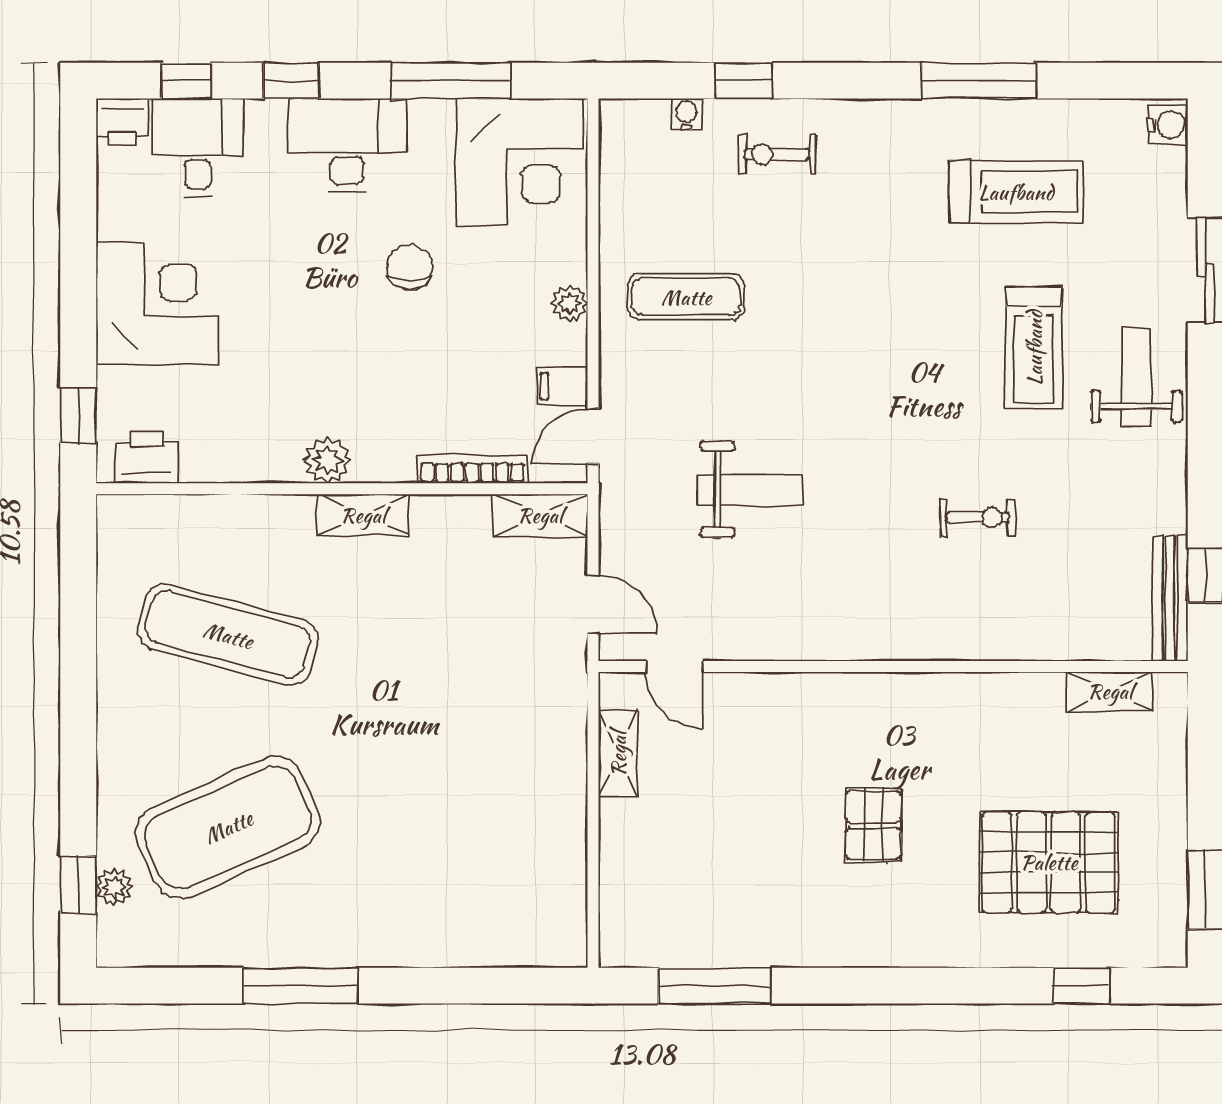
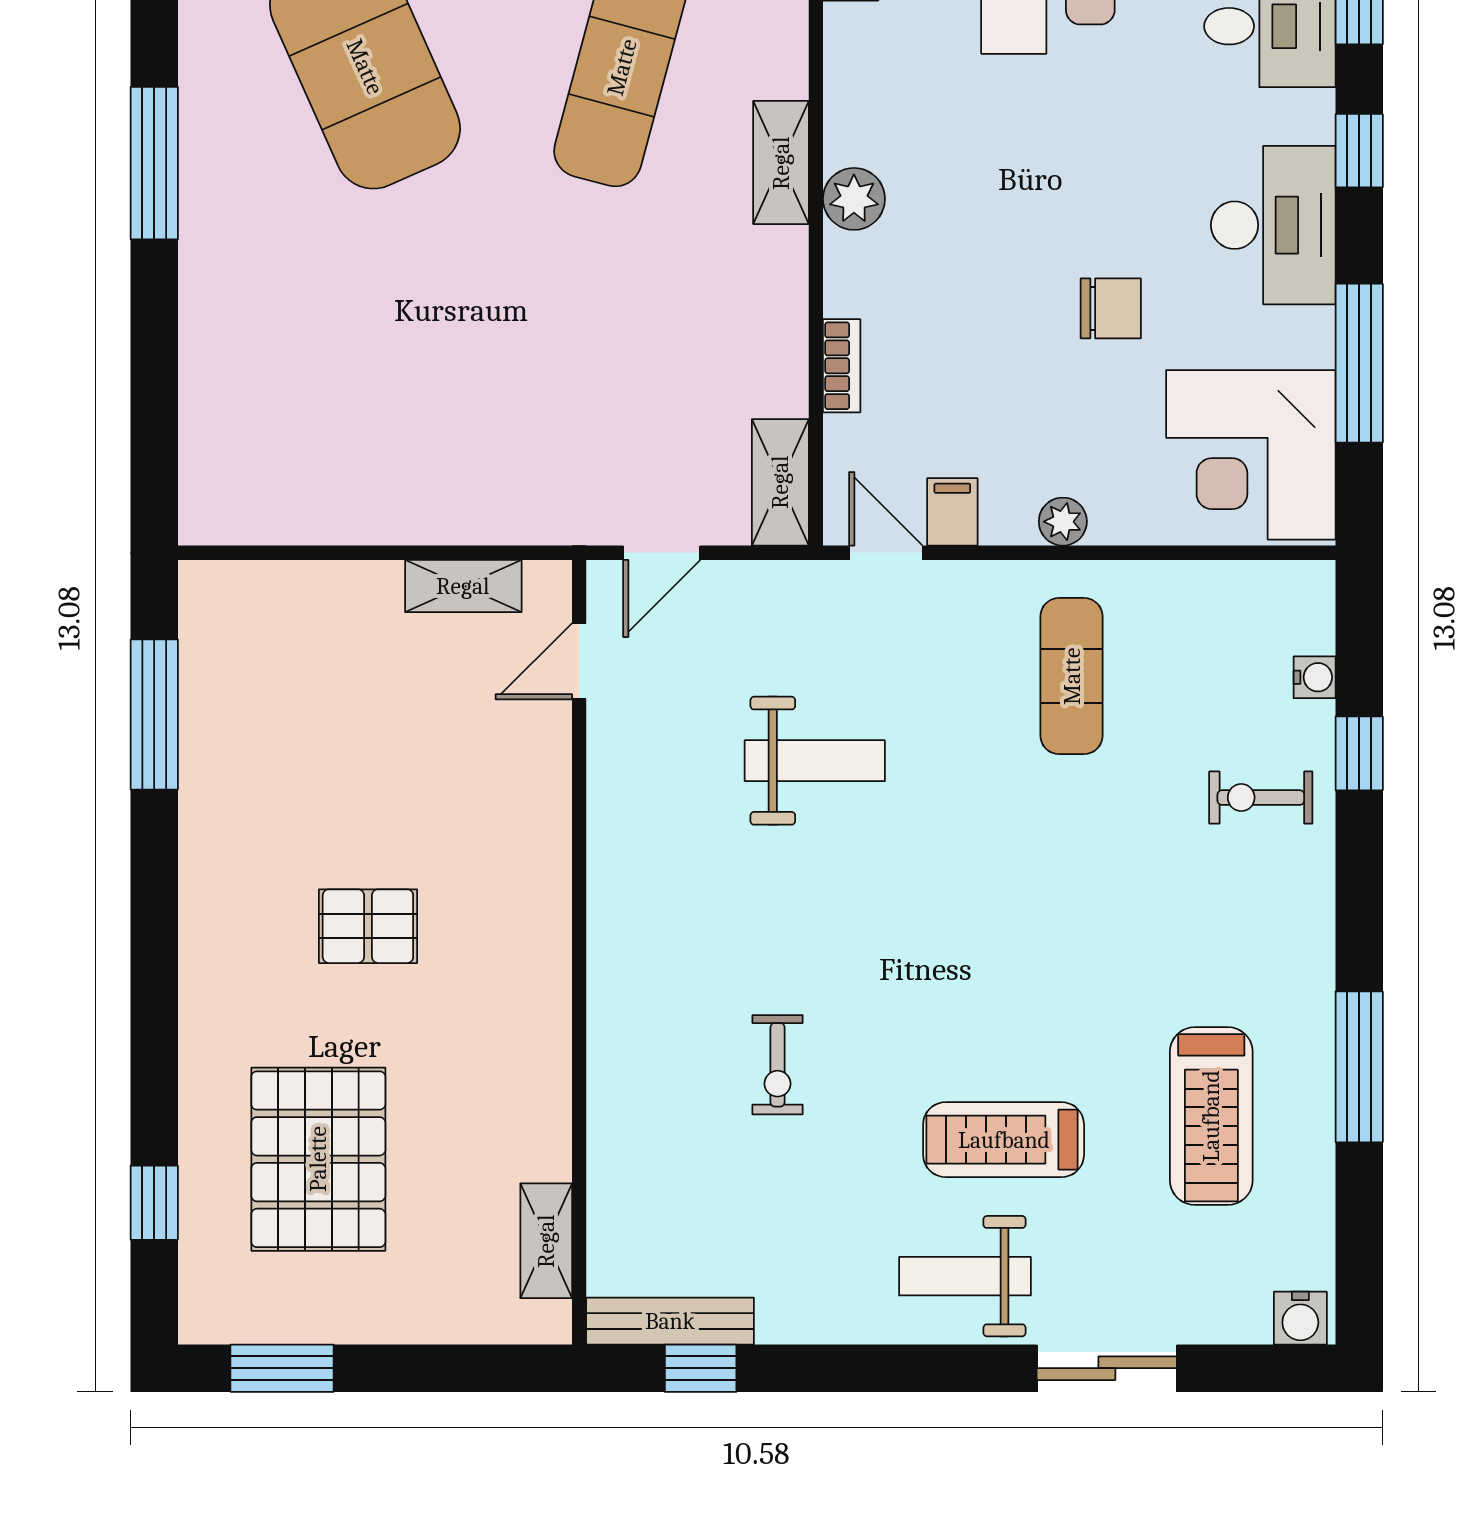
exercise bike: (777, 154) -> (1261, 798), turned -90
weight bench: (1136, 377) -> (965, 1276), turned 180
bookcase: (472, 469) -> (842, 366), width x0.64
weight bench: (749, 489) -> (815, 761), turned -90
shelving: (363, 515) -> (781, 163), moved

